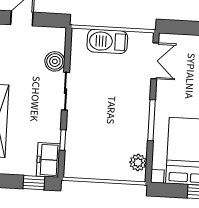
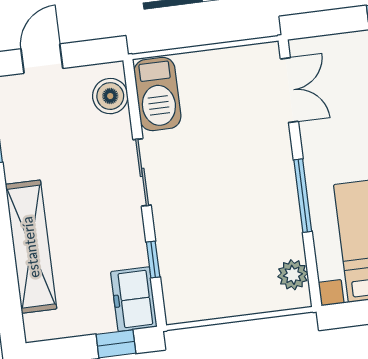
barbecue: (107, 41) -> (157, 94), moved, turned -90
boiler: (55, 61) -> (110, 96), moved

